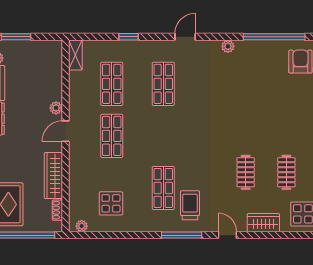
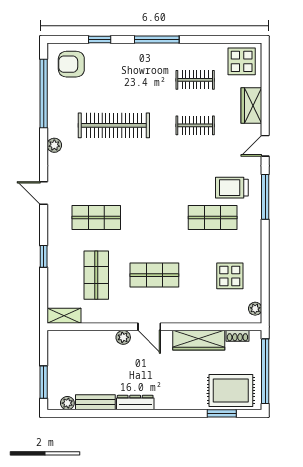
shop shelf: (112, 84) -> (96, 275), turned 90
clothes rail: (246, 100) -> (114, 125), added

